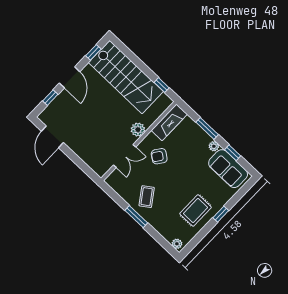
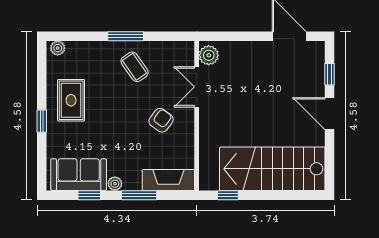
window: (93, 52) -> (330, 162), removed
fireplace: (169, 122) -> (168, 180), moved, turned 90
plant: (138, 130) -> (209, 55), moved

